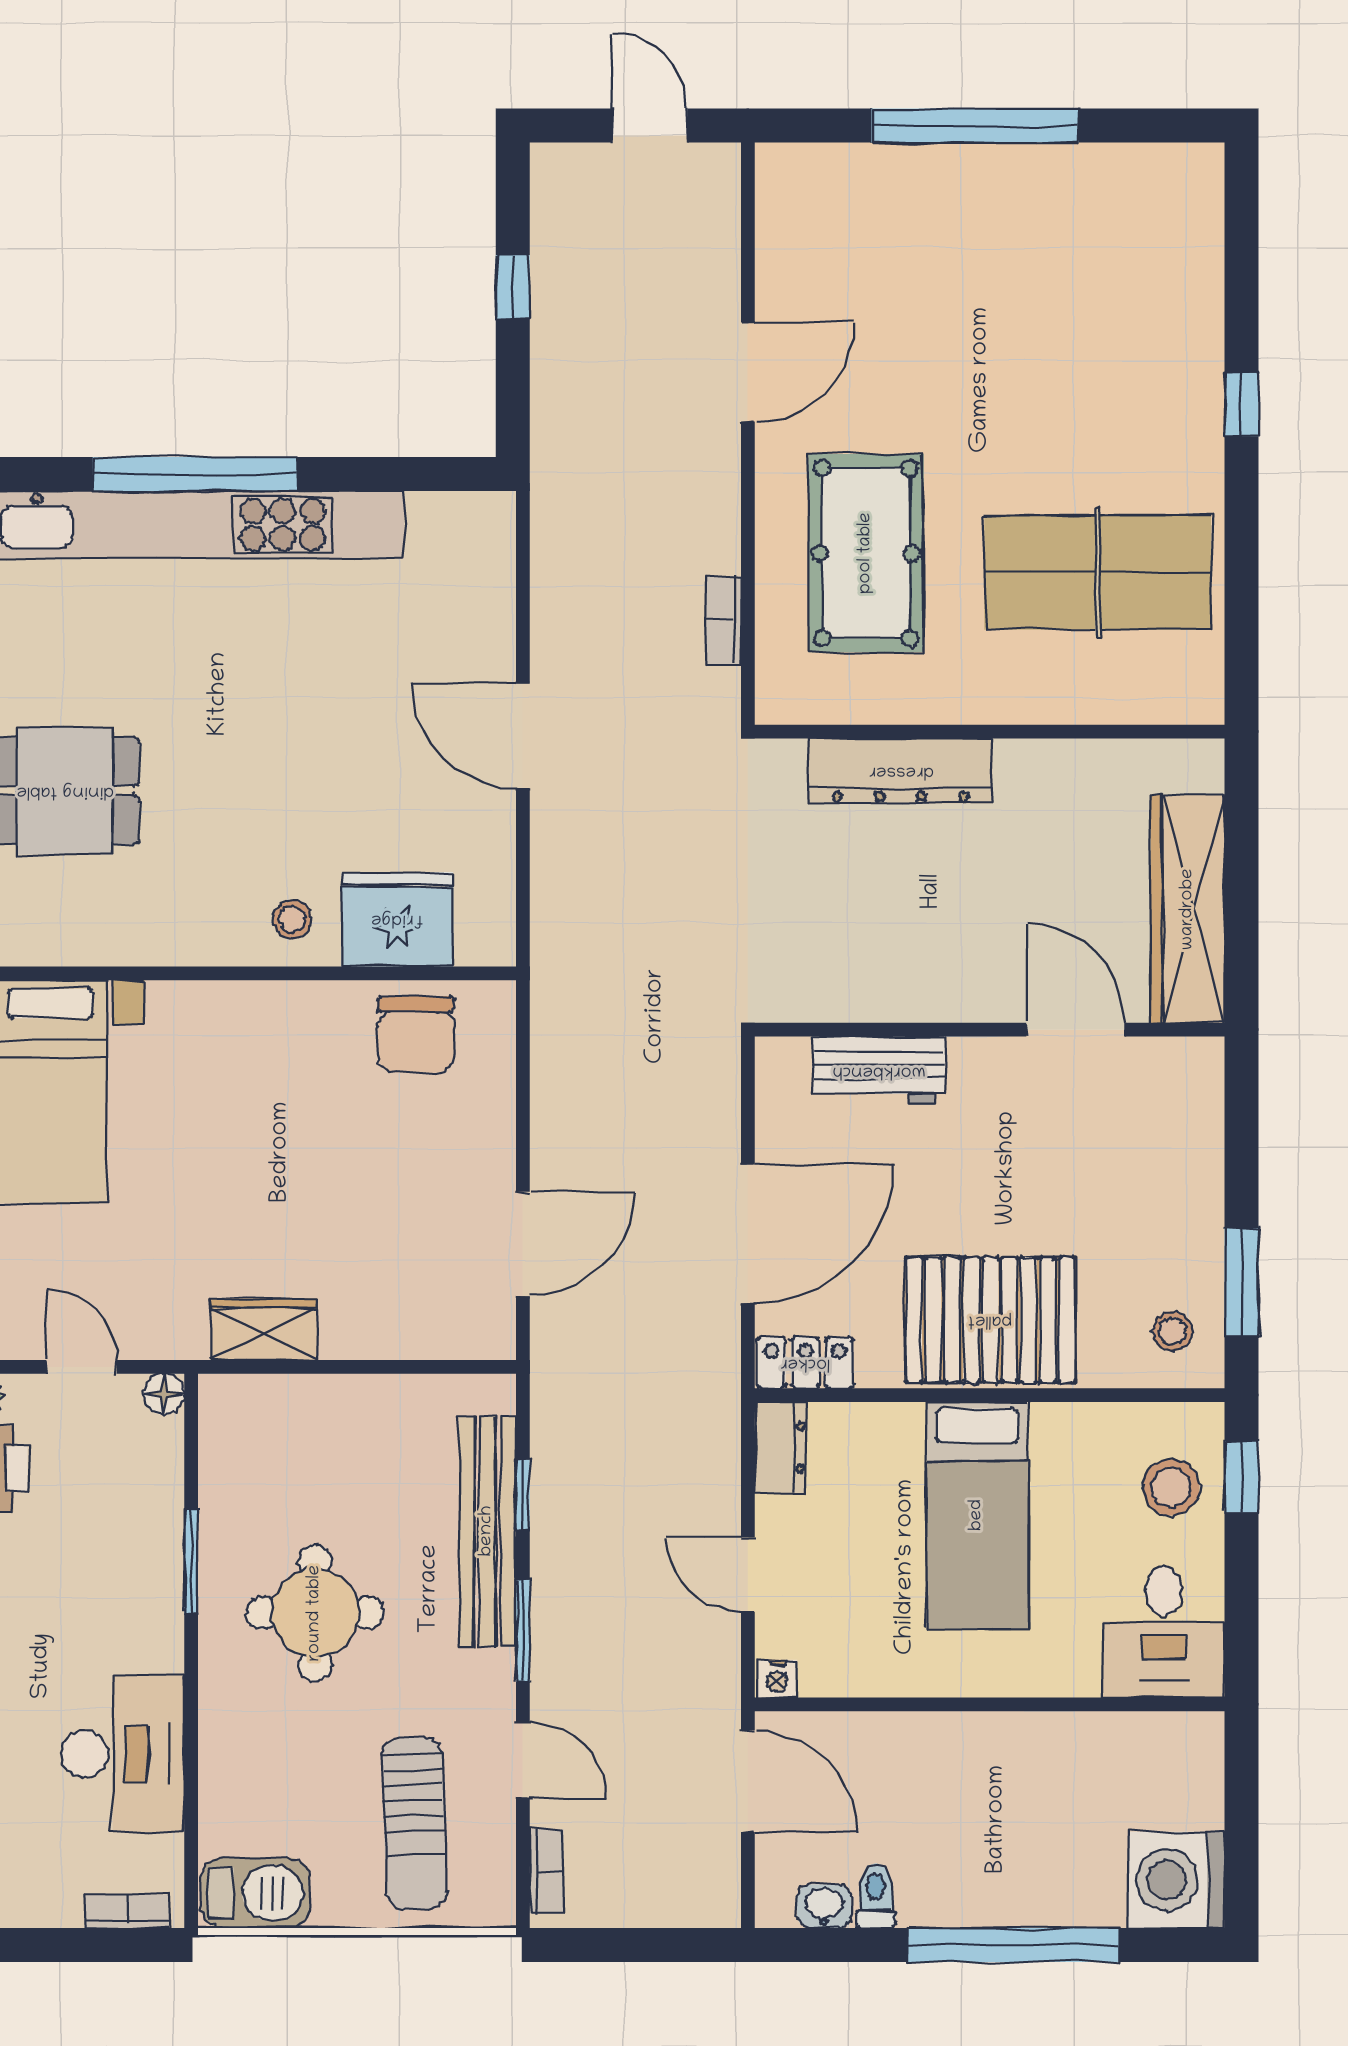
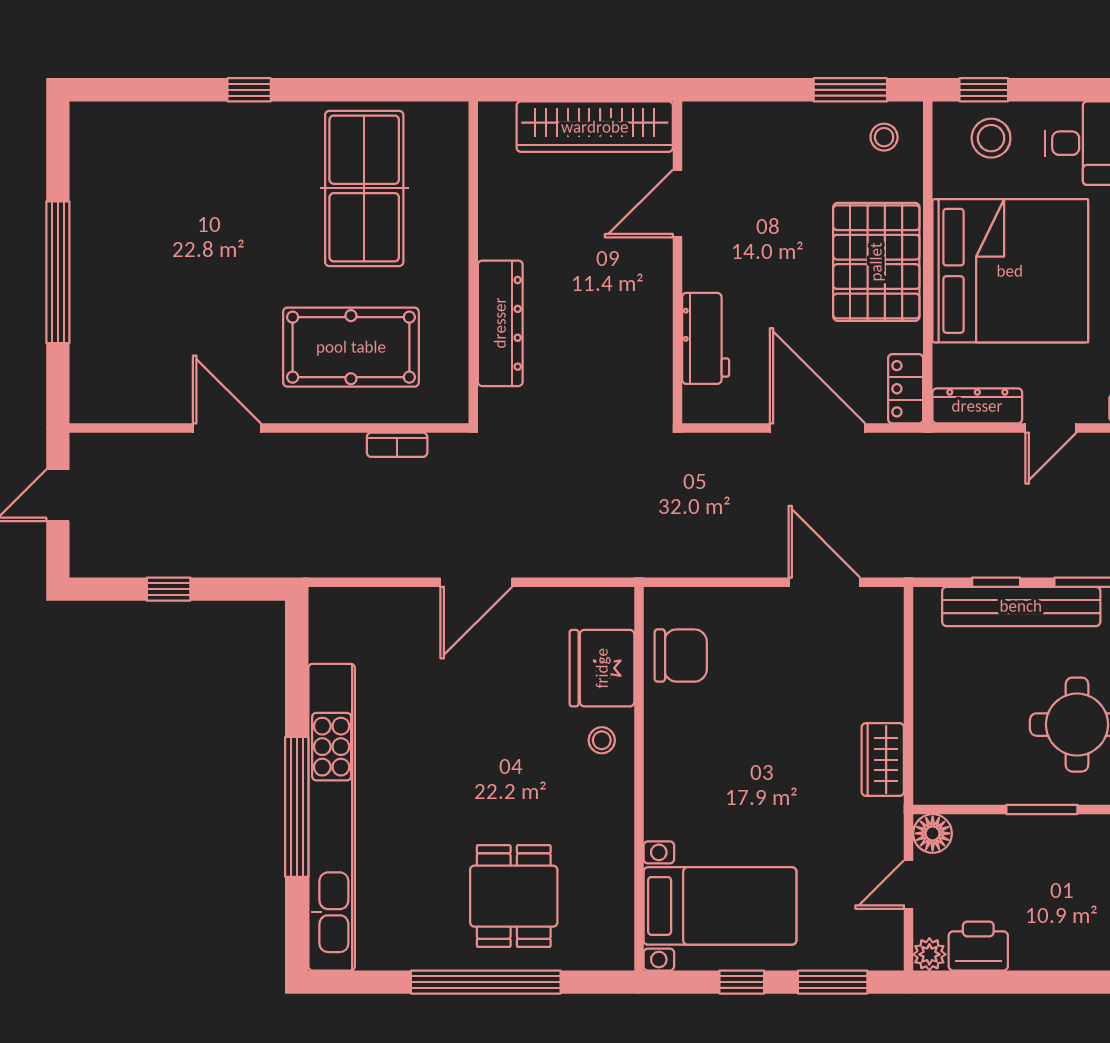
floor lamp: (164, 1394) -> (933, 833), width x1.37, depth x1.37
dresser: (780, 1447) -> (977, 406), width x1.44
bed: (977, 1515) -> (1010, 271), width x2.04

